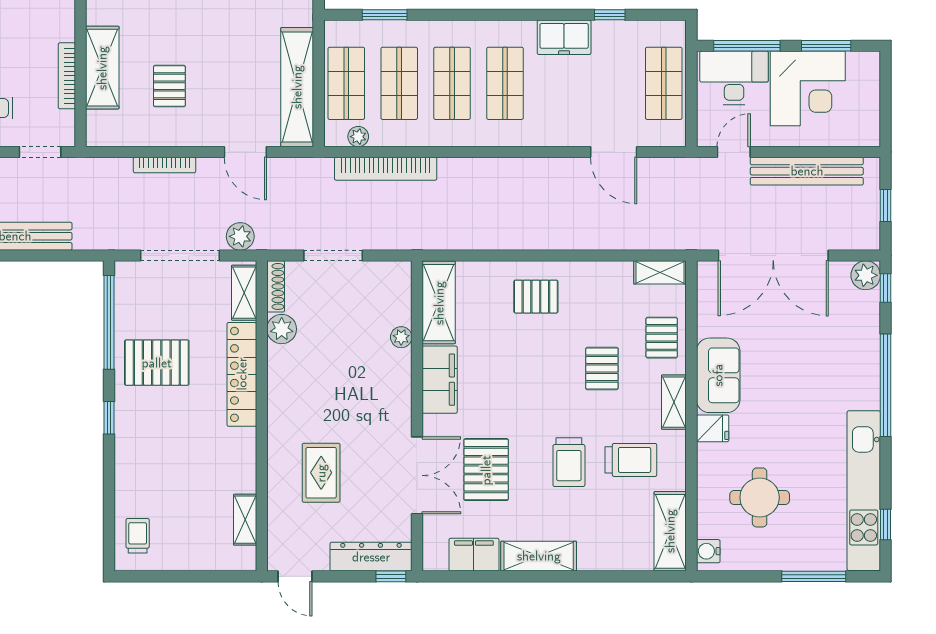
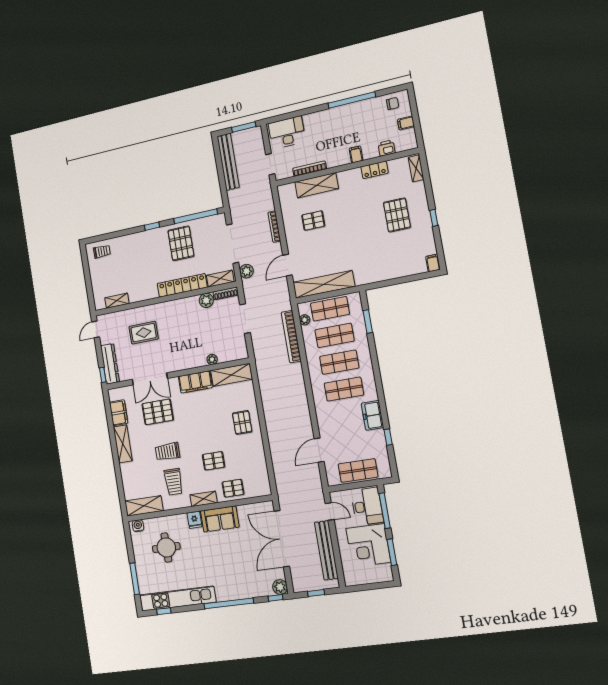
shelving: (660, 272) -> (264, 483), removed

